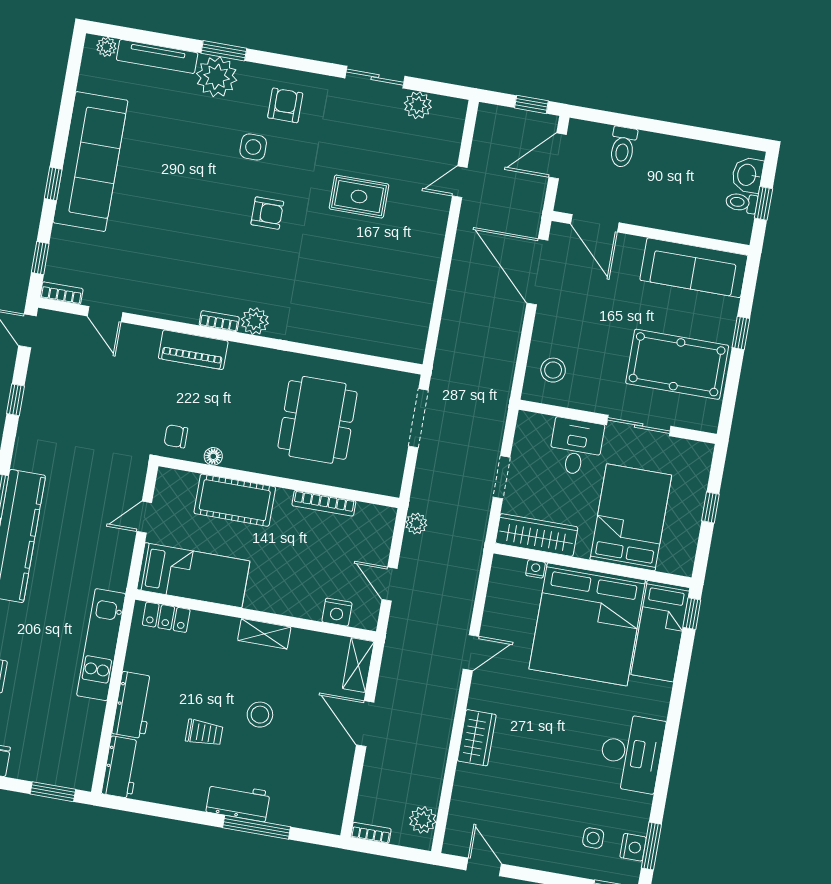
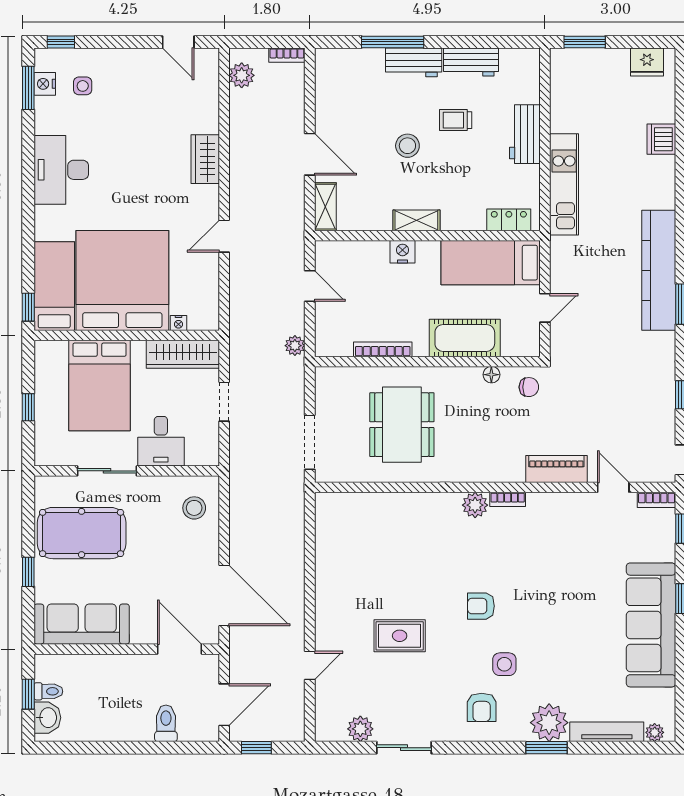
piano: (193, 350) -> (556, 469), moved
nightstand: (337, 612) -> (402, 252), moved
workbench: (121, 767) -> (471, 62), moved, turned -90

